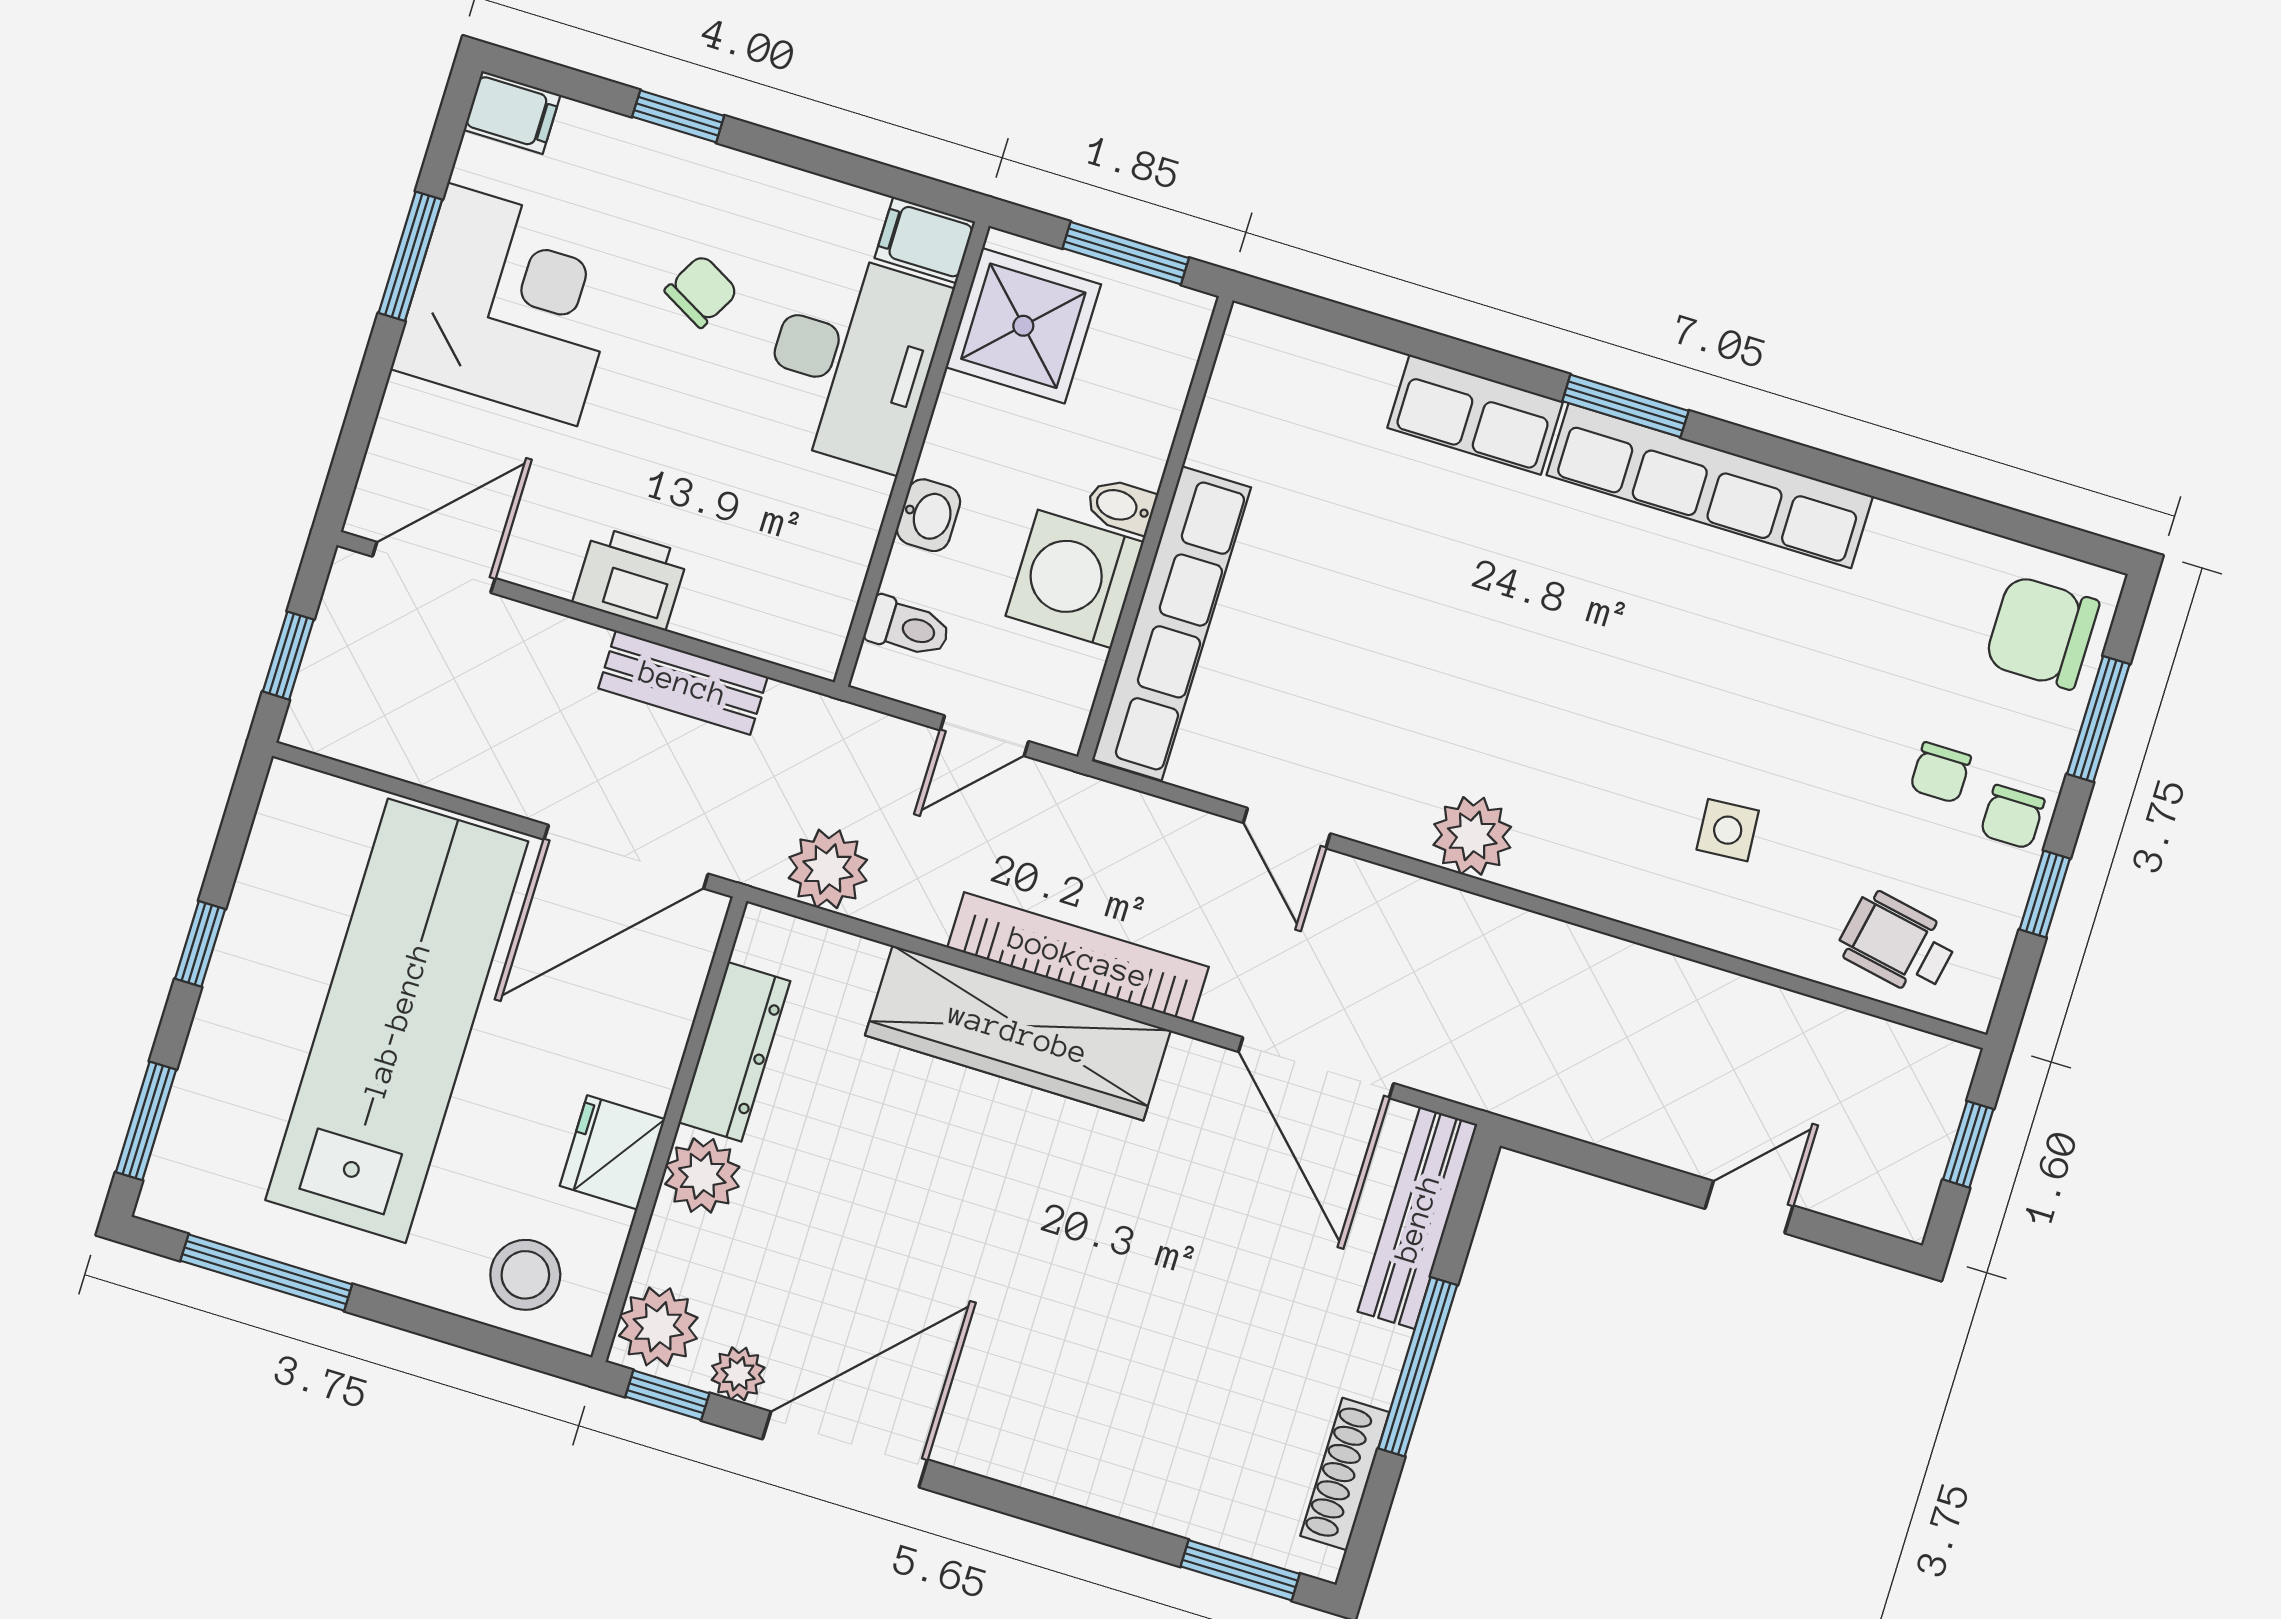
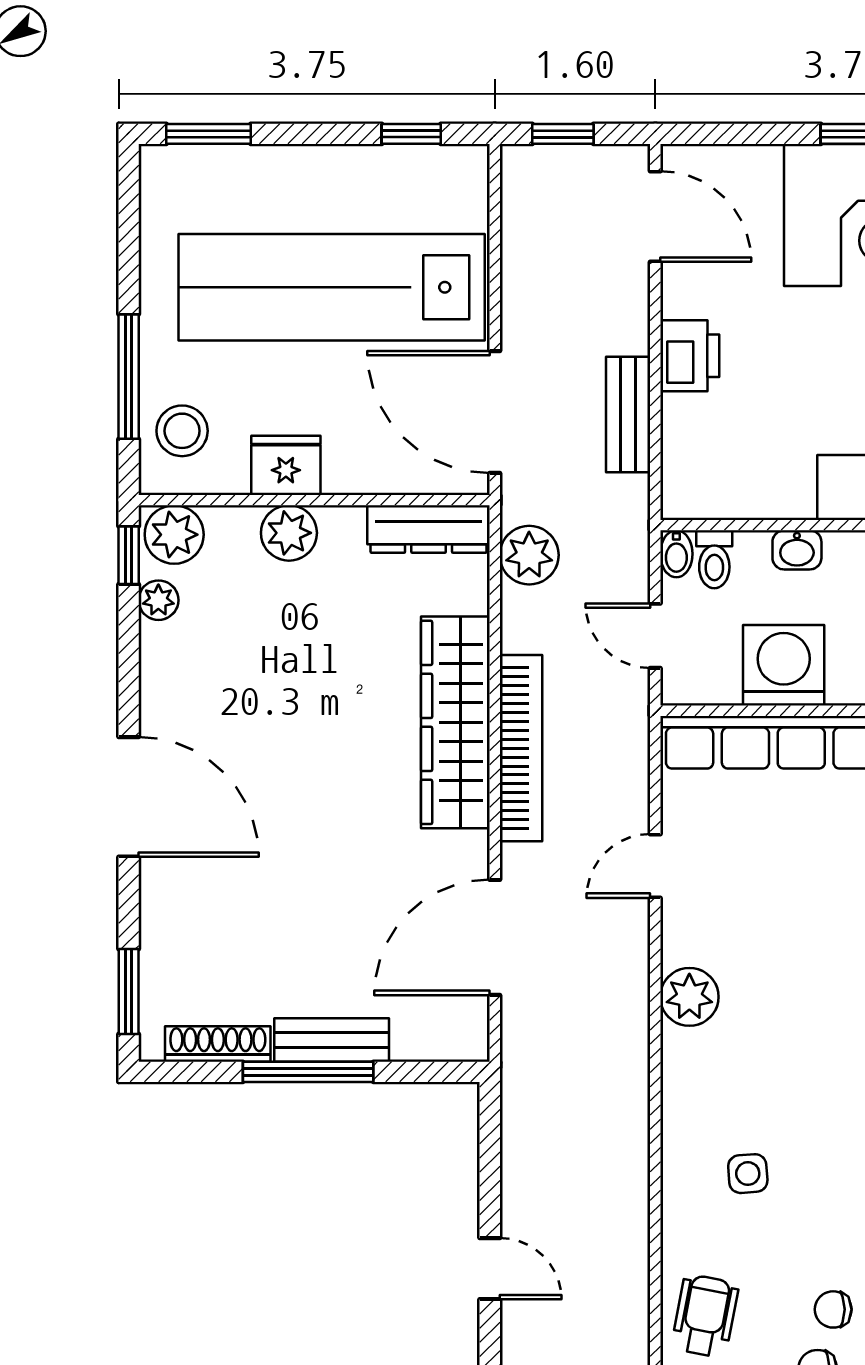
bidet: (1121, 506) -> (676, 554), moved, turned 180
window: (200, 944) -> (411, 134), moved
lab bench: (397, 1021) -> (332, 287), turned 180
dresser: (734, 1052) -> (429, 529), moved
bench: (1417, 1218) -> (332, 1040), moved, width x0.73
window: (266, 1272) -> (129, 377), moved
door: (845, 1449) -> (129, 797), moved

